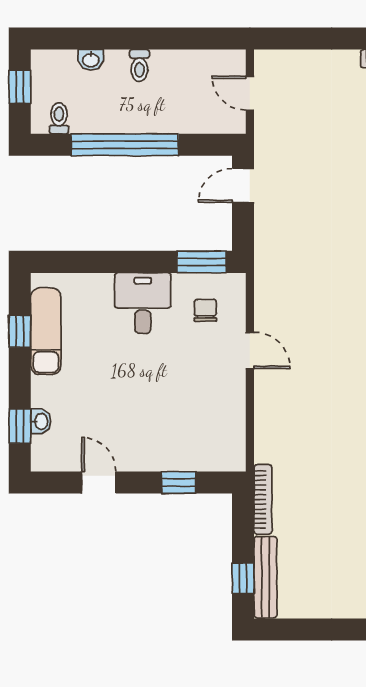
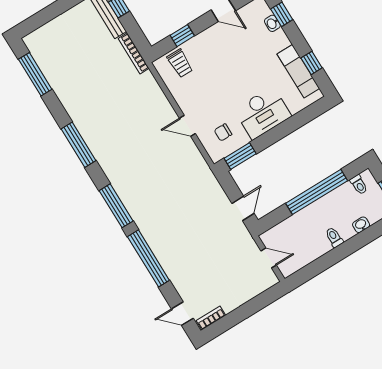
desk: (143, 303) -> (263, 113), width x1.37
chair: (205, 310) -> (223, 132), turned 90
trolley: (206, 445) -> (180, 63), added

